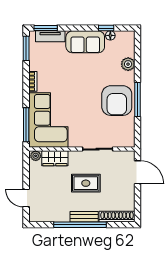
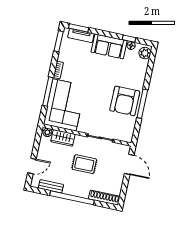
plant: (128, 64) -> (145, 53), moved
window: (26, 125) -> (48, 91), moved
door: (26, 198) -> (32, 166), swing flipped
bench: (84, 217) -> (51, 186), moved

